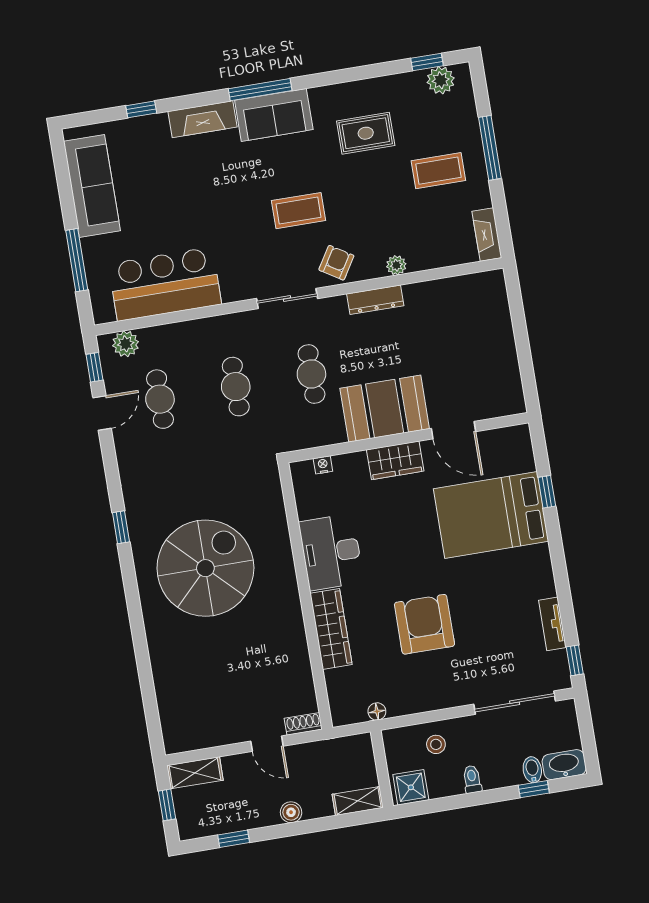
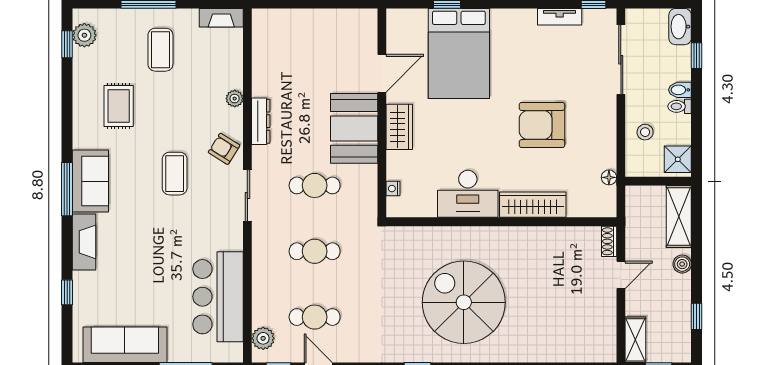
bidet: (532, 770) -> (680, 90), moved
shelving: (358, 801) -> (679, 217), width x1.50, depth x1.33

